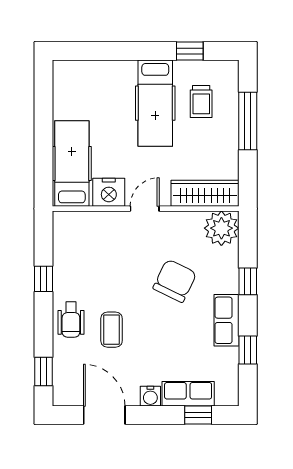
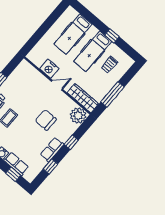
window: (190, 51) -> (112, 36), moved
window: (248, 121) -> (112, 94), moved
hospital bed: (72, 163) -> (73, 34), moved, turned 180
chair: (175, 281) -> (46, 120), turned -116

